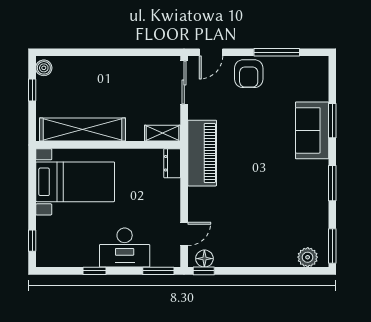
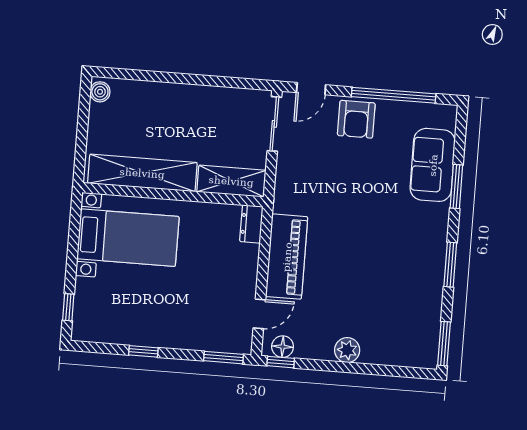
window: (277, 52) -> (394, 95), width x1.46
window: (32, 90) -> (83, 118), removed
sofa: (312, 130) -> (433, 165), moved
shelving: (162, 133) -> (231, 181), width x1.50, depth x1.33
piano: (202, 153) -> (287, 257), moved
desk: (125, 248) -> (184, 325), removed
plant: (308, 257) -> (347, 350), moved

